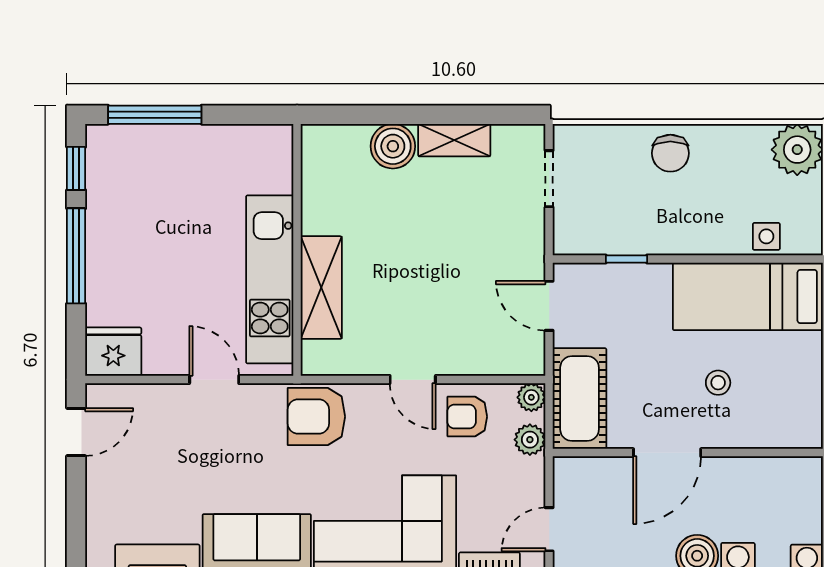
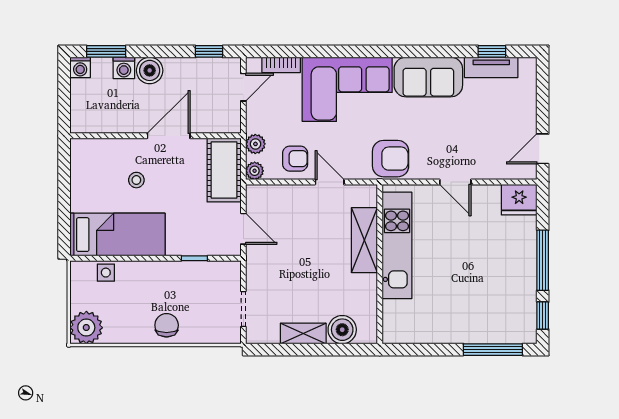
wall: (297, 250) -> (380, 264), moved
kitchen unit: (270, 279) -> (397, 245), moved
shelving: (321, 288) -> (364, 240), moved

